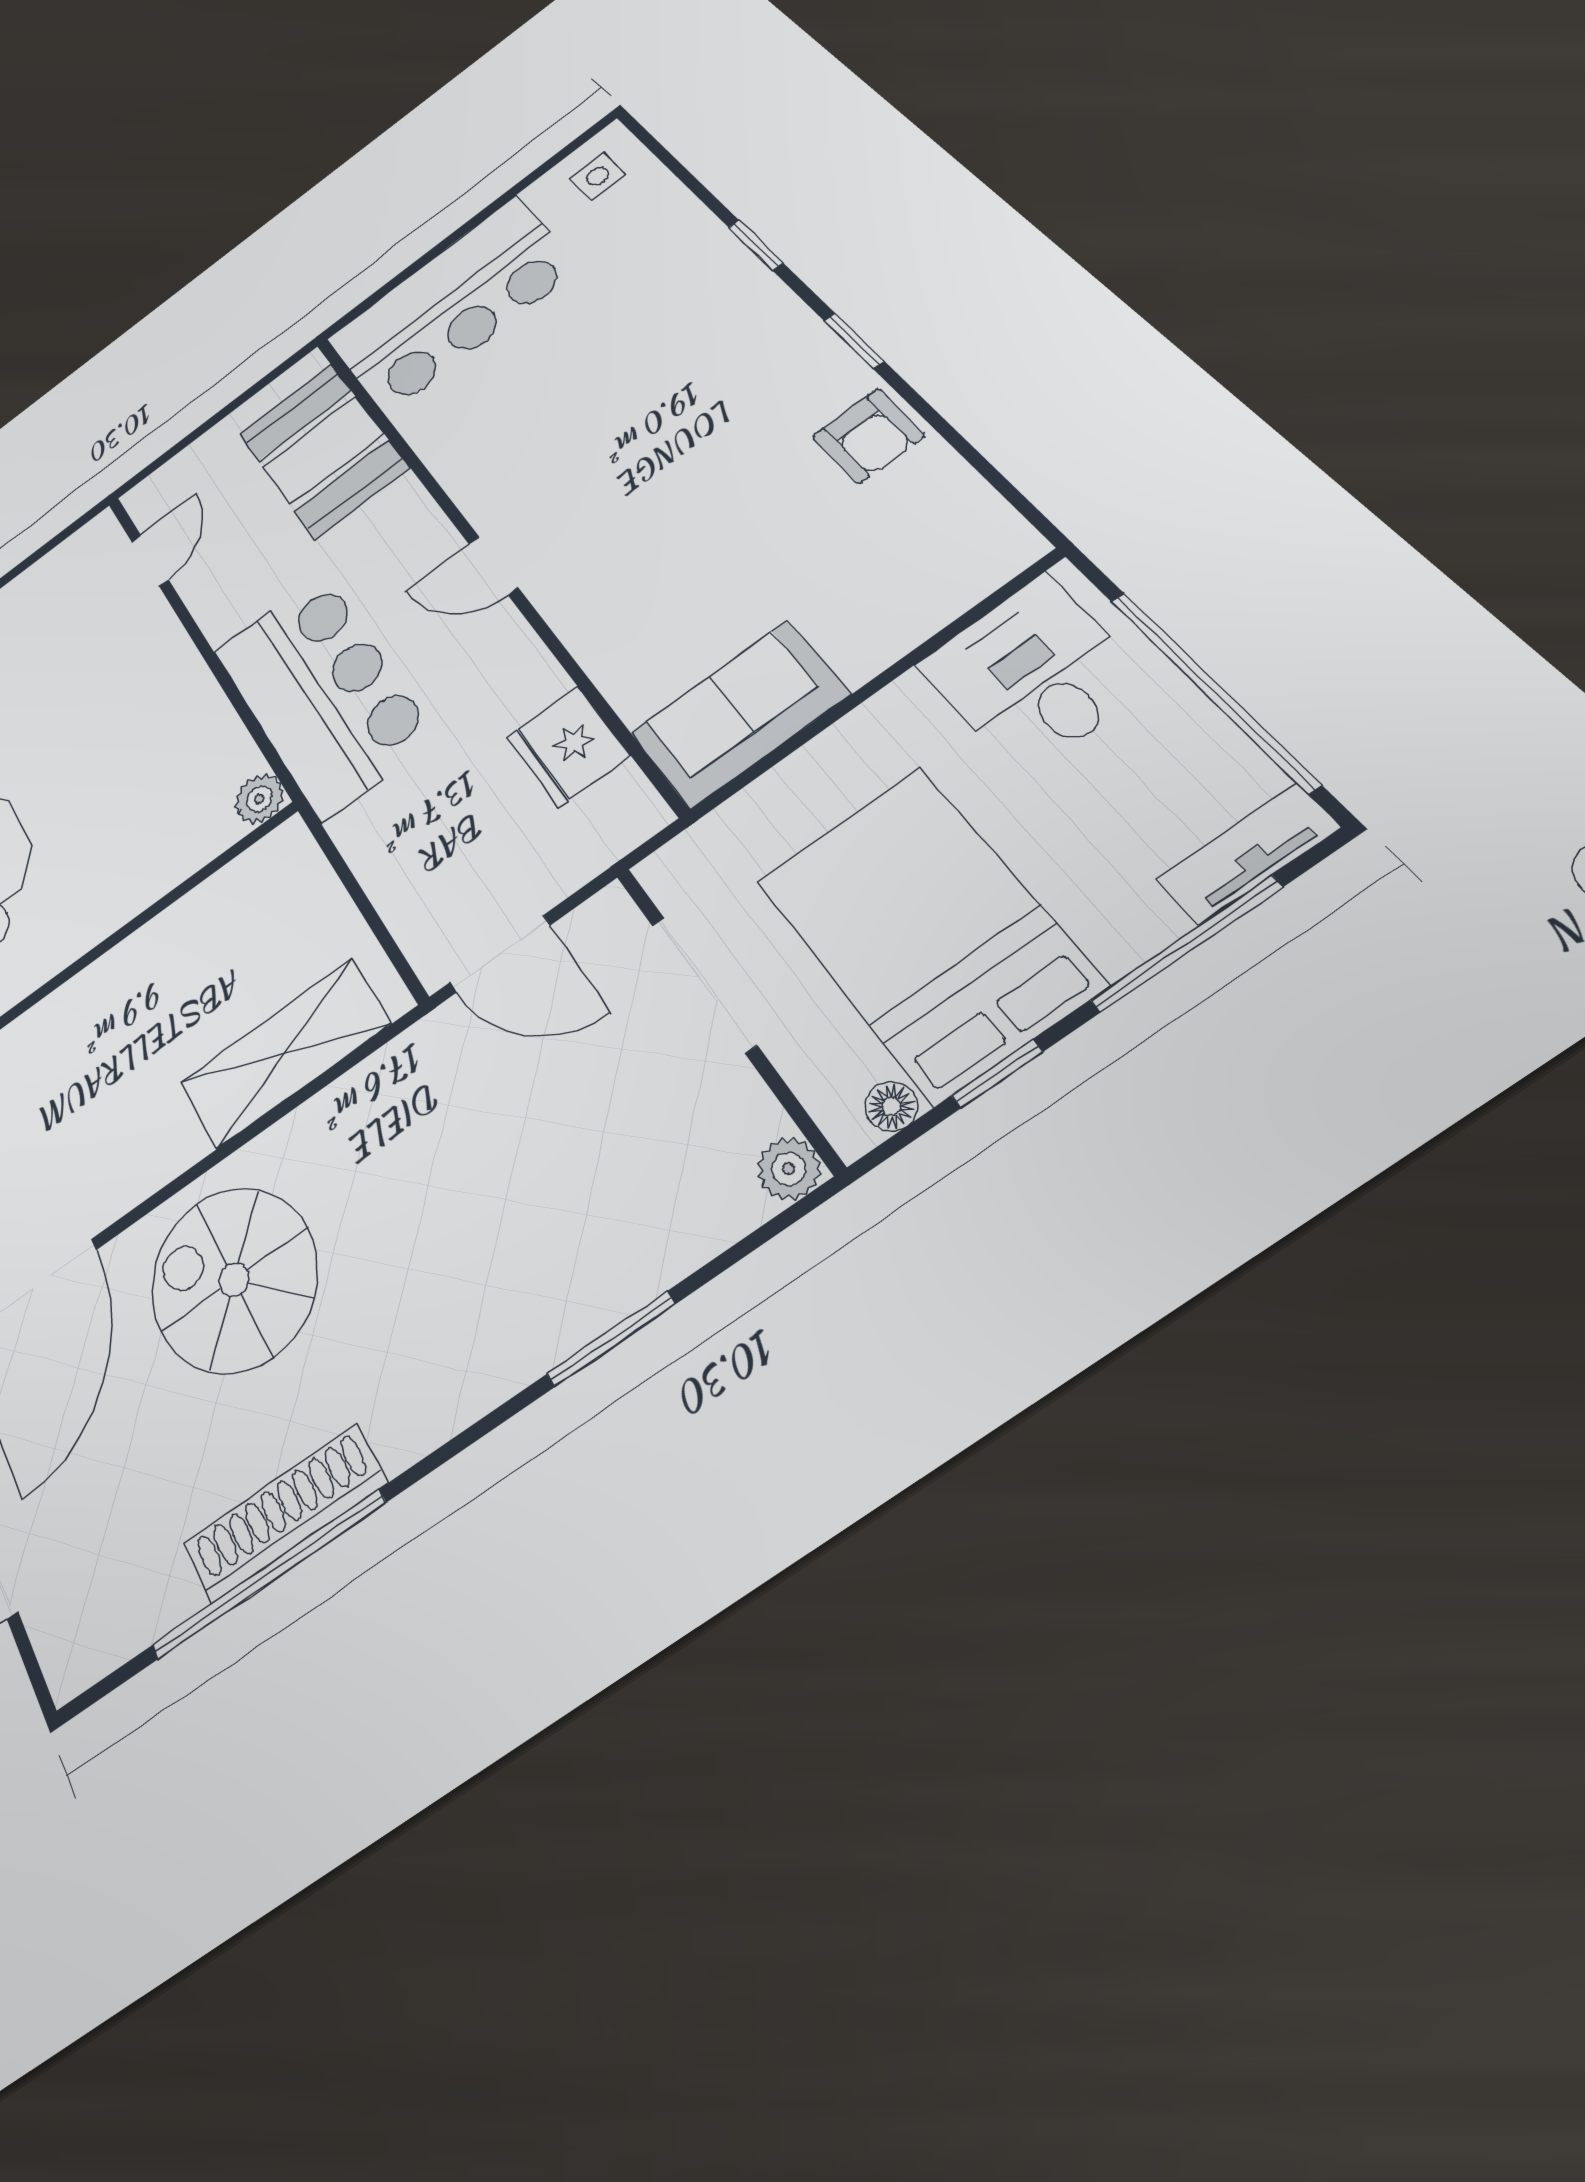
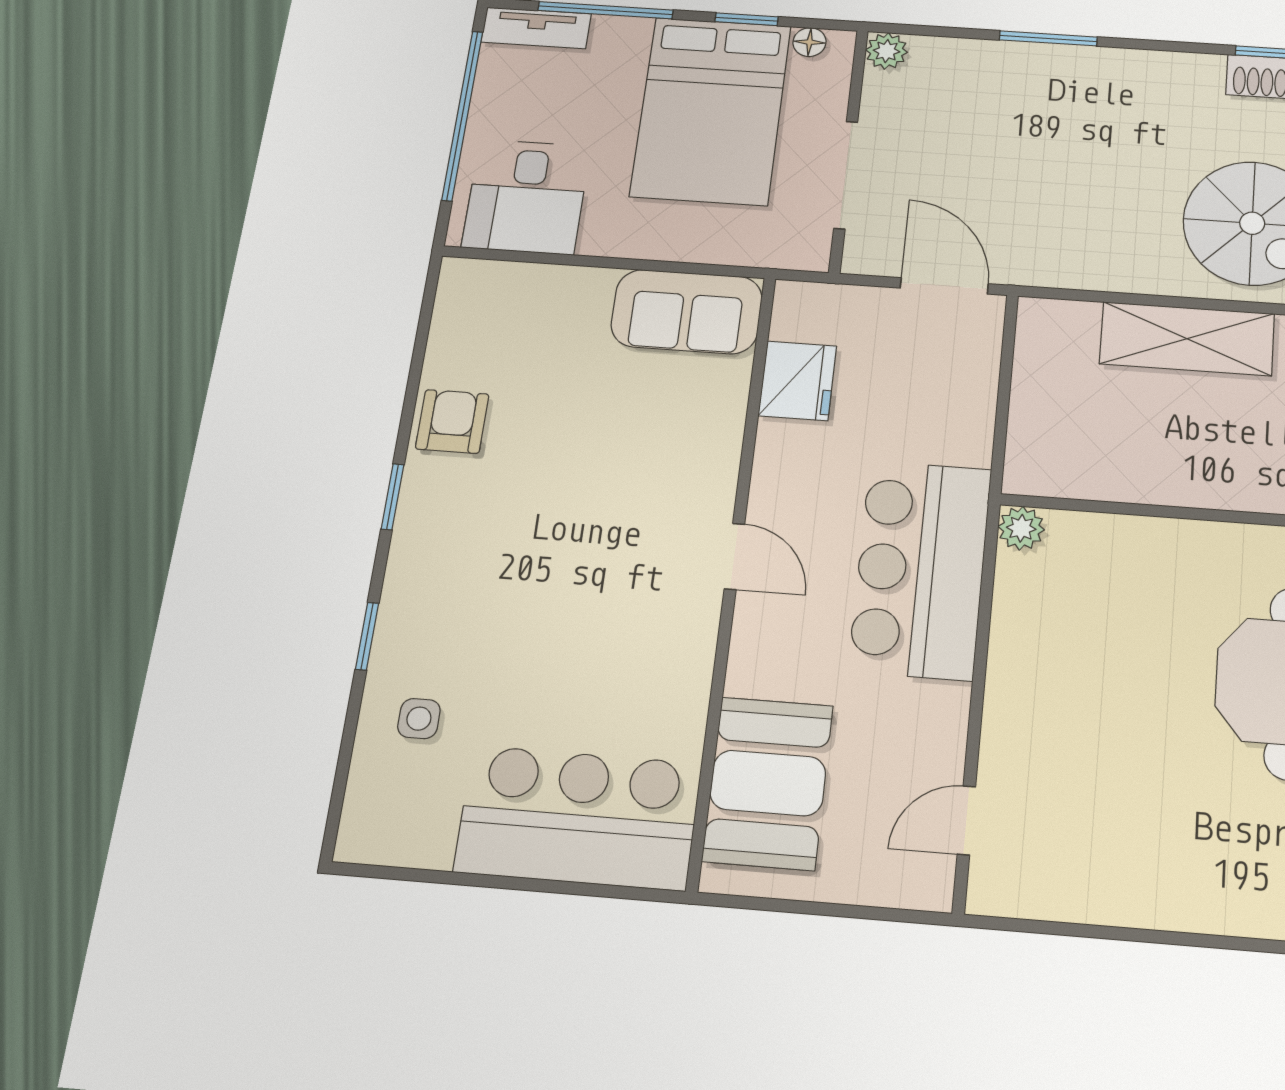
side table: (598, 176) -> (419, 719), moved
shelving: (285, 1053) -> (1187, 339), moved

